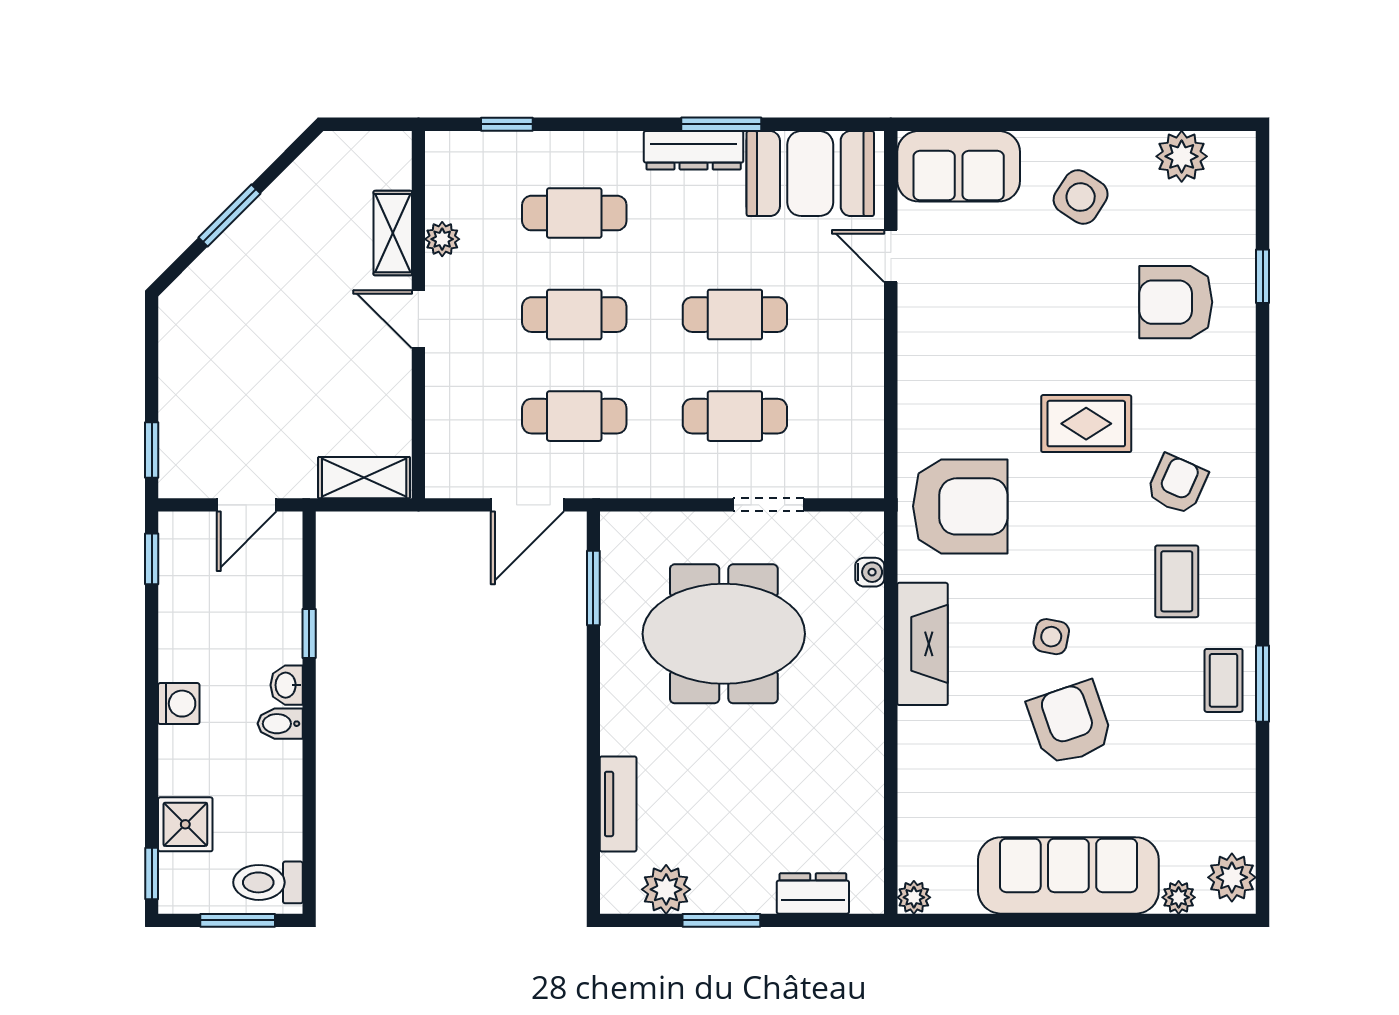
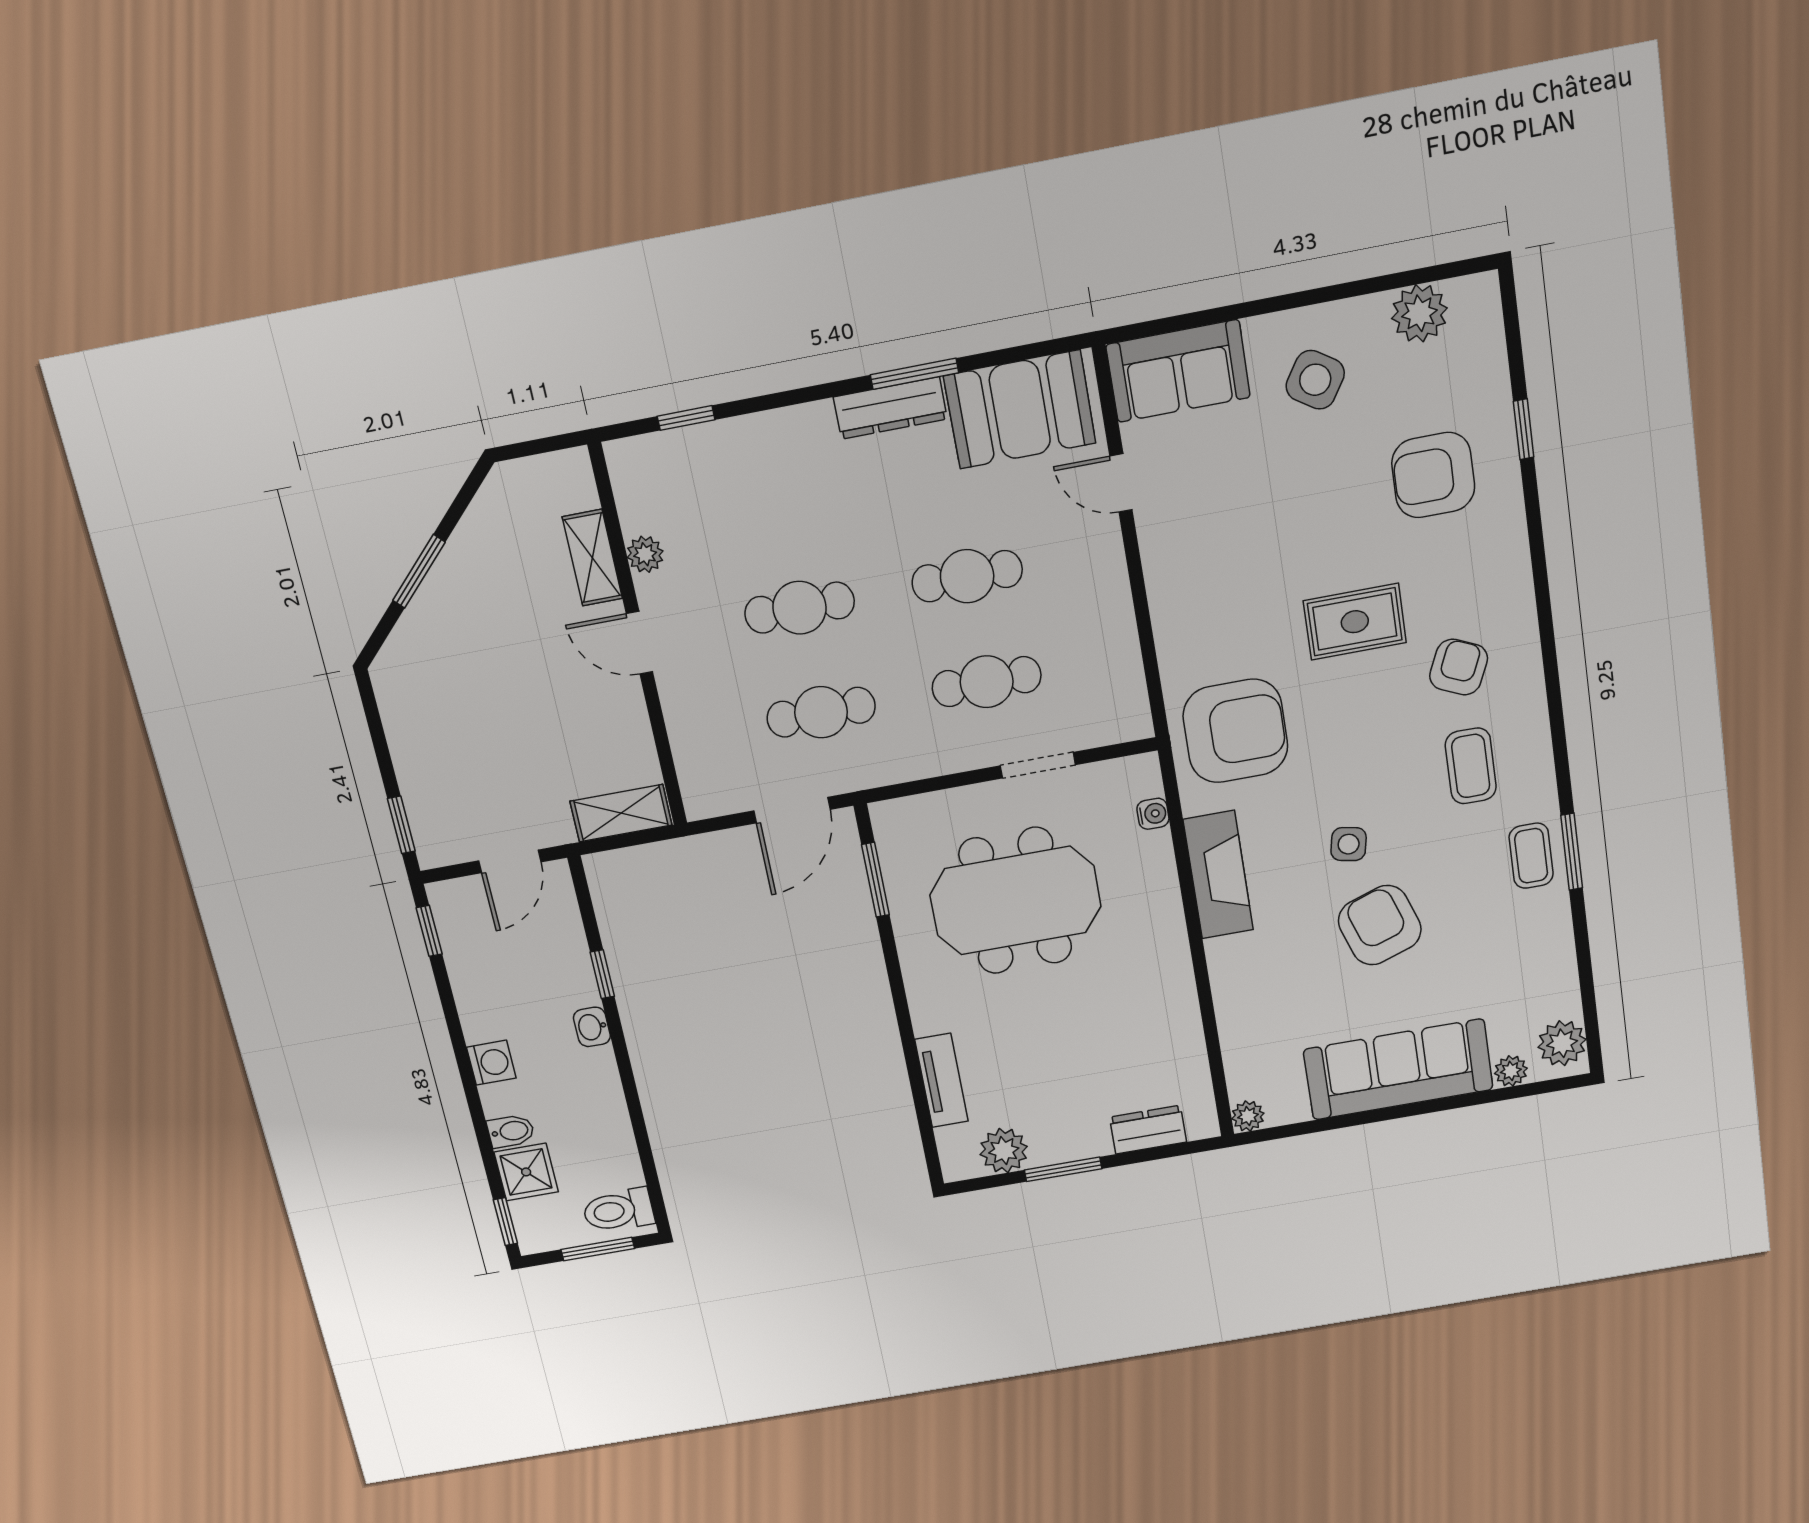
cafe table: (574, 213) -> (777, 500), removed
bidet: (280, 724) -> (511, 1131), moved, turned 180

